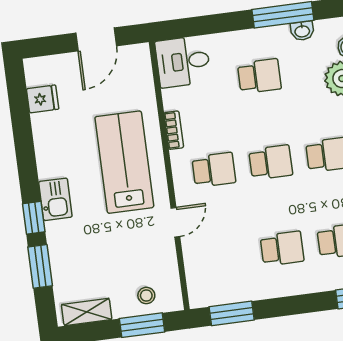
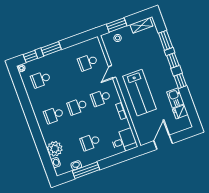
window: (27, 168) -> (180, 81), added
kitchen sink: (55, 199) -> (175, 98), moved
school desk: (282, 249) -> (88, 62), moved
window: (232, 313) -> (51, 49), moved

